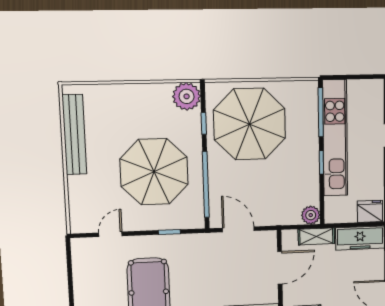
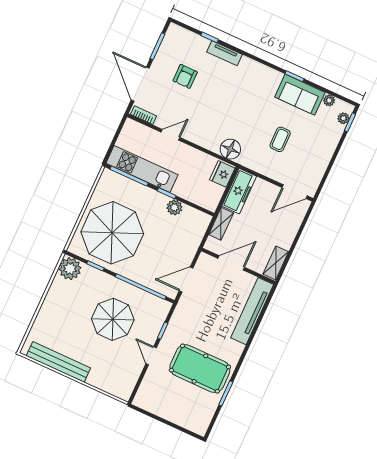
kitchen unit: (335, 138) -> (142, 169), width x0.73
parasol: (154, 172) -> (113, 319), width x0.73, depth x0.73
plant: (311, 215) -> (174, 207), moved
door: (110, 234) -> (151, 356), moved
door: (280, 268) -> (231, 263), hinge flipped

